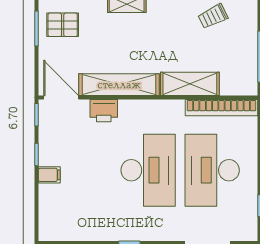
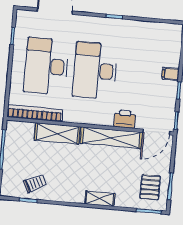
pallet: (63, 25) -> (150, 187), turned 90
door: (61, 98) -> (156, 132), hinge flipped
desk: (212, 170) -> (46, 66), turned 180

